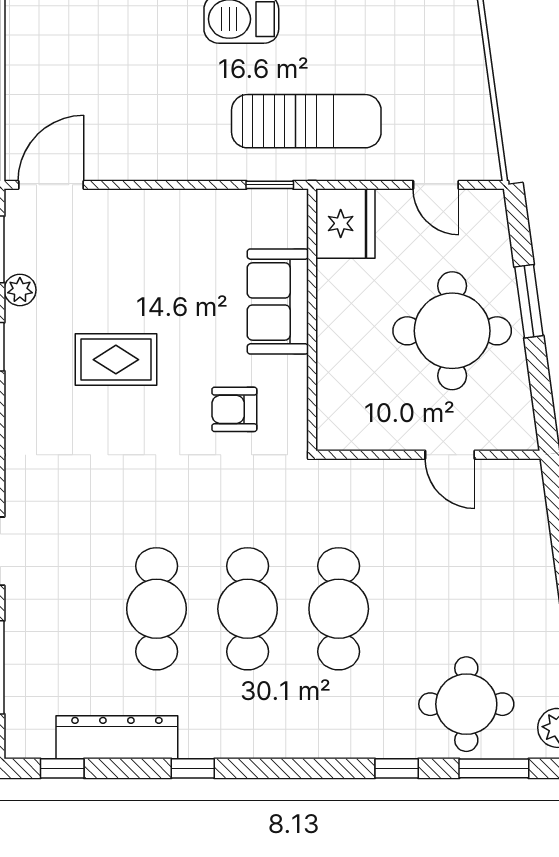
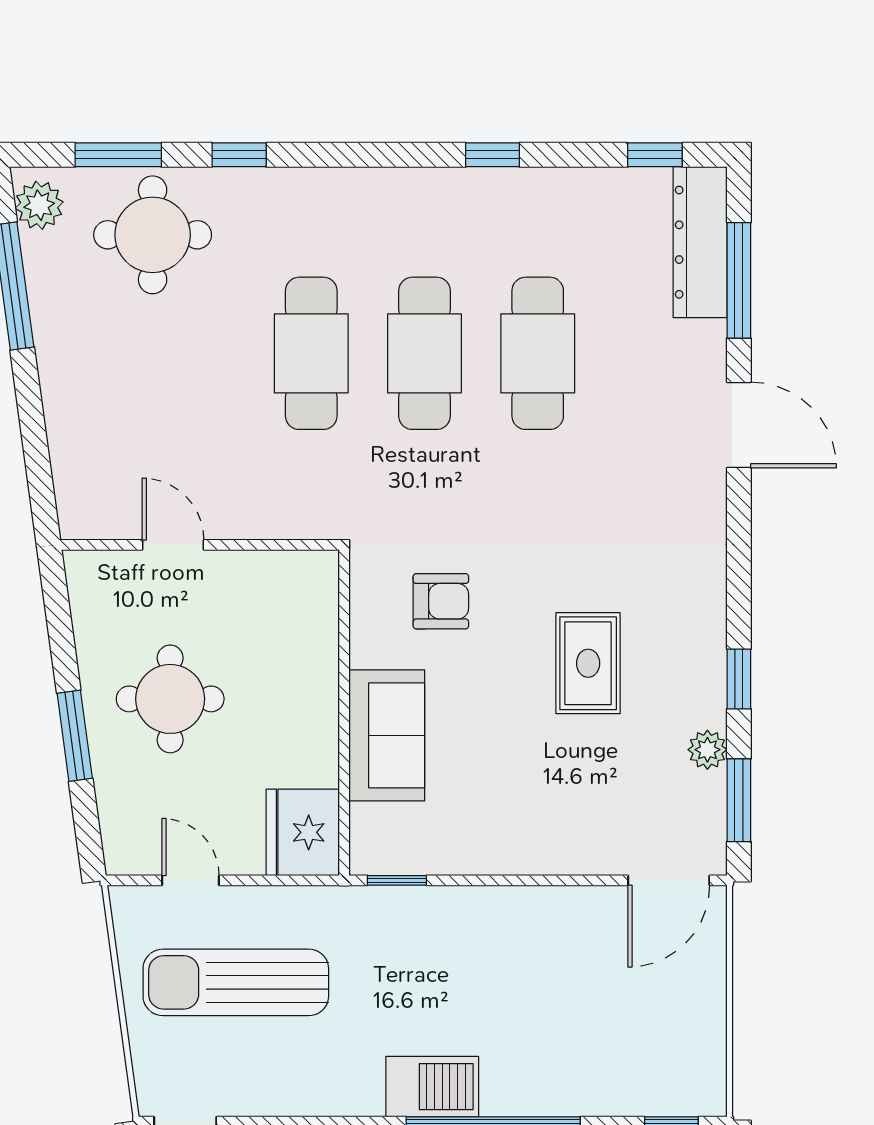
sun lounger: (306, 121) -> (236, 982), moved
round table: (452, 331) -> (170, 699), width x0.73, depth x0.73
rug: (116, 360) -> (588, 663), turned 90
dresser: (117, 737) -> (700, 242), moved, turned 90

